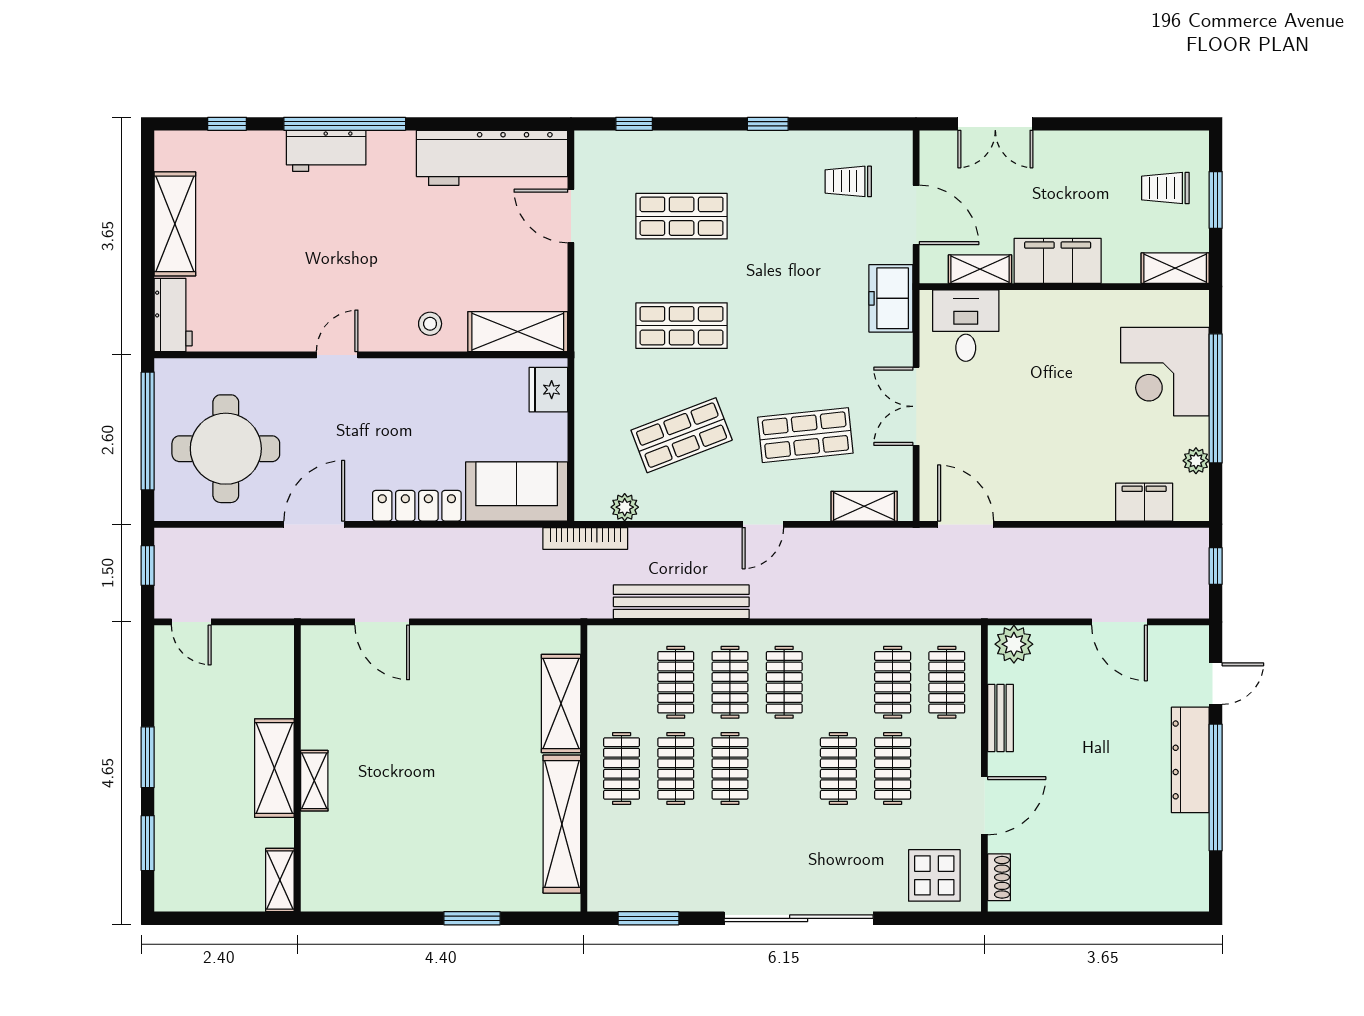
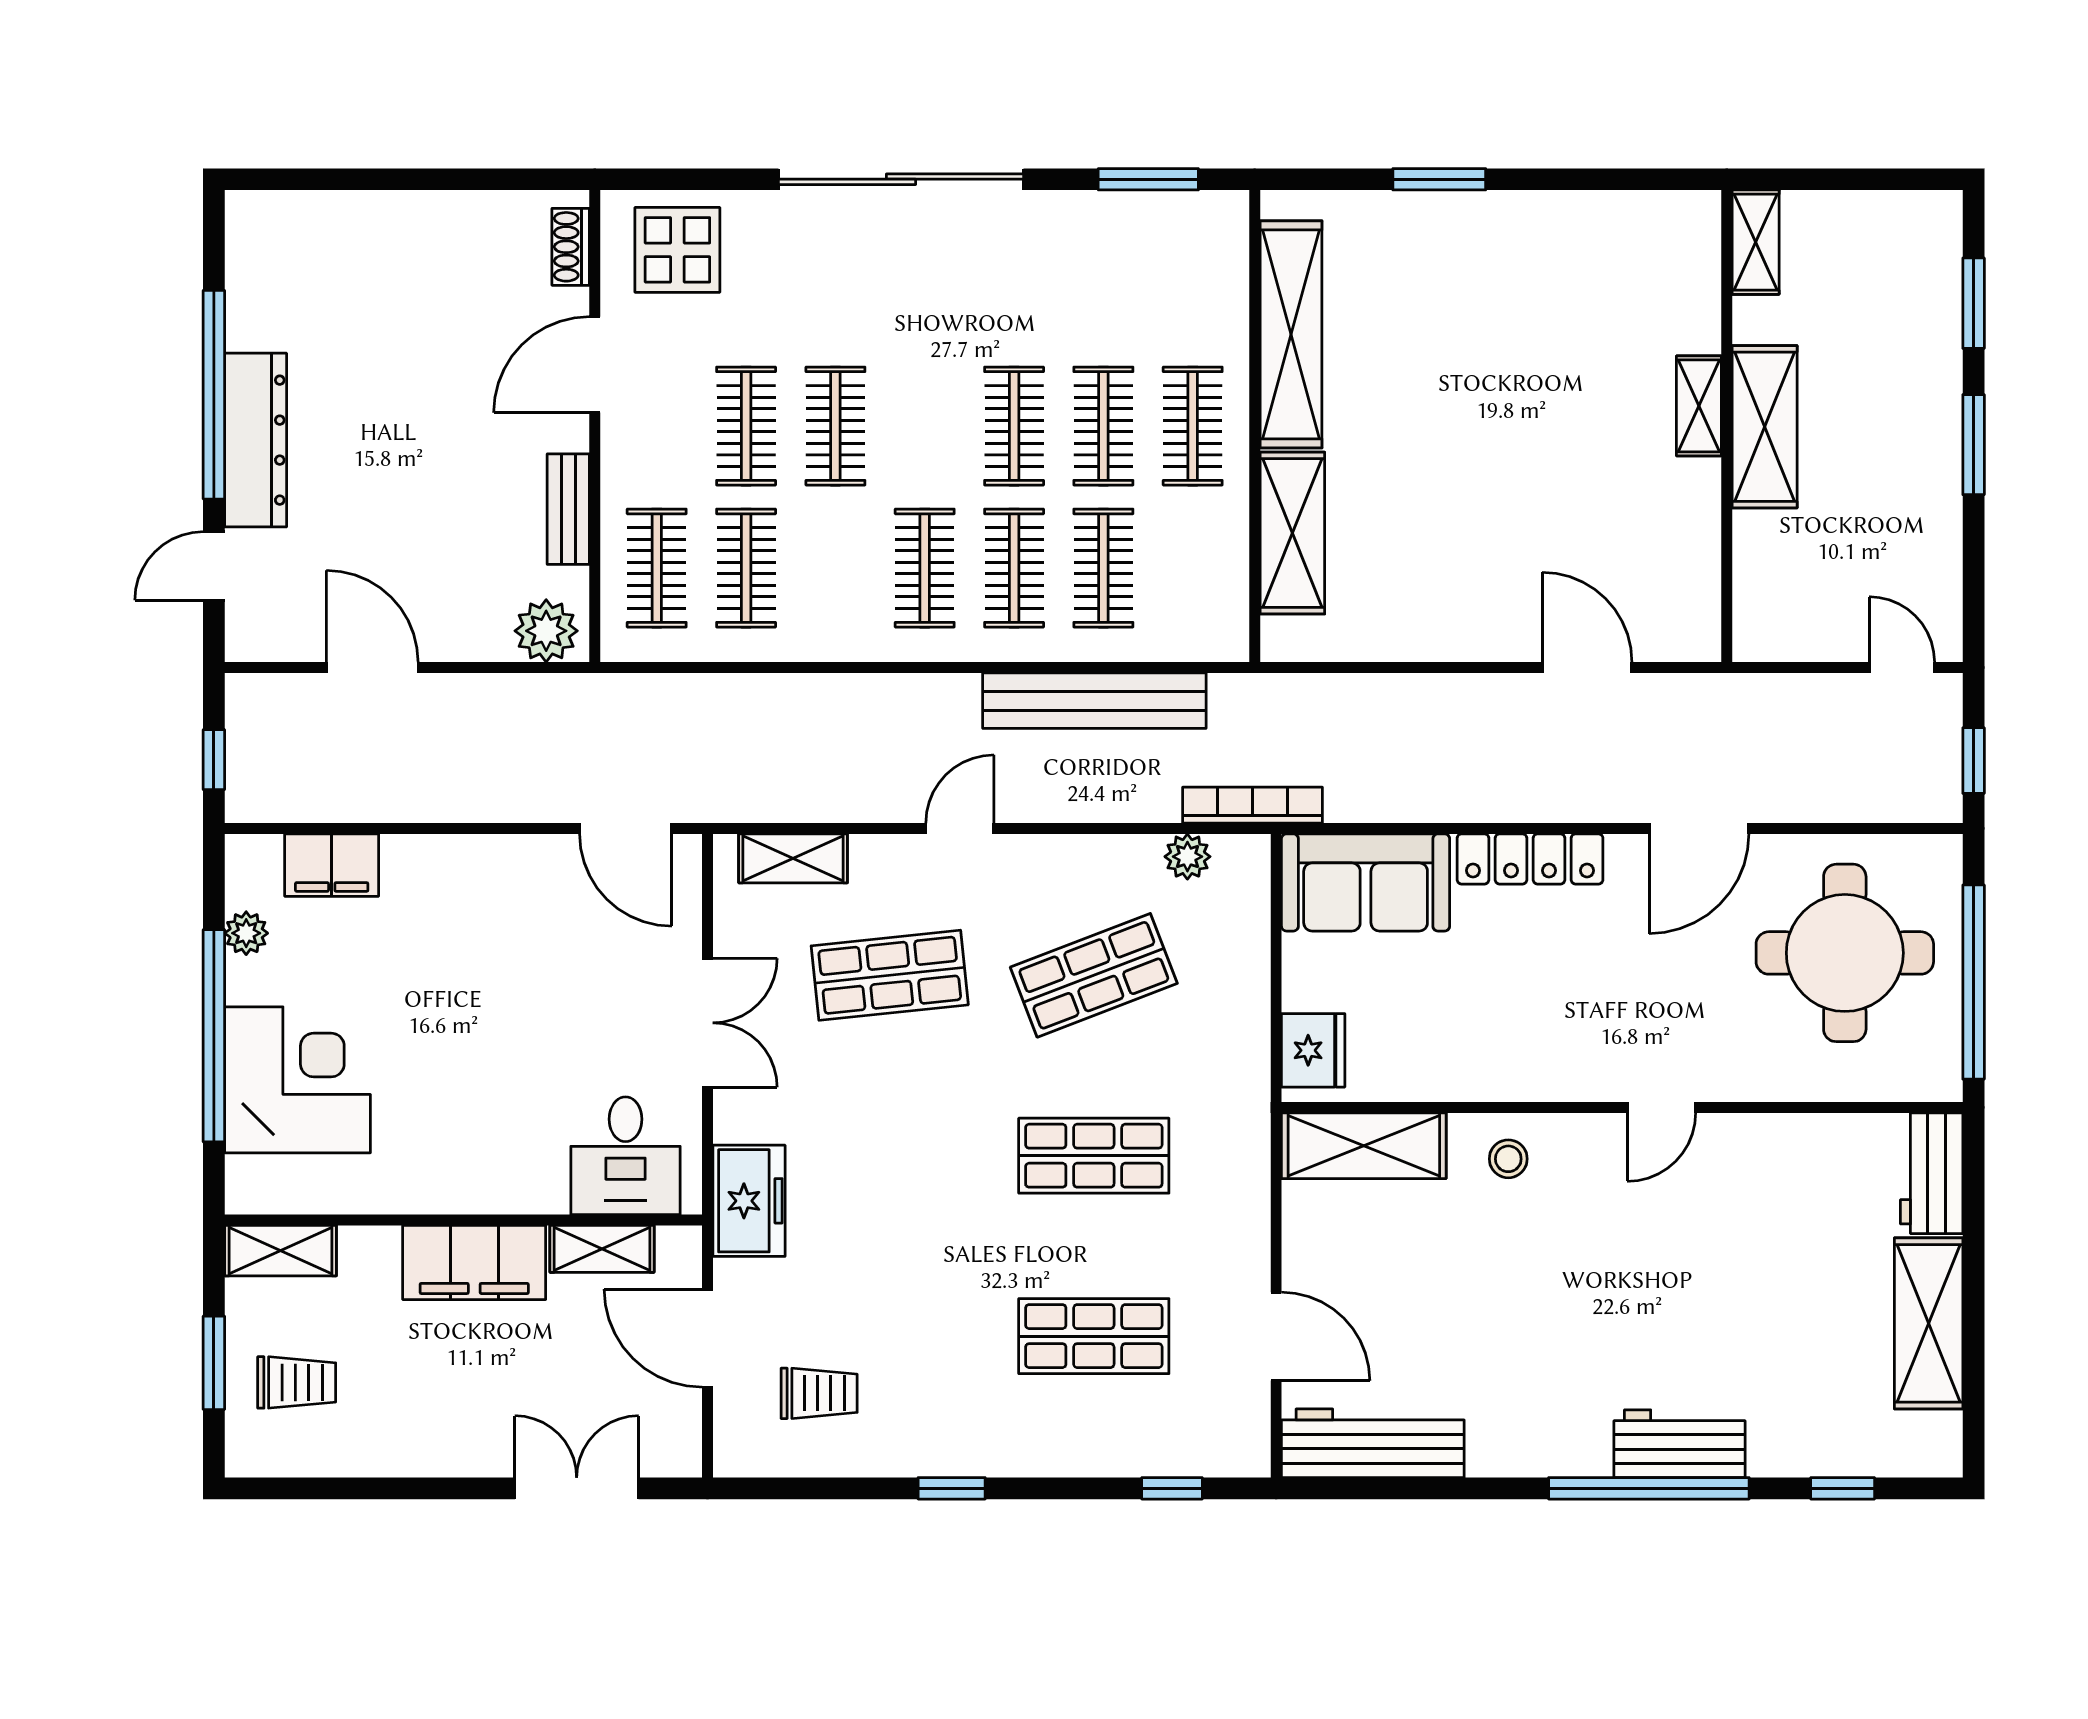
workbench: (492, 158) -> (1373, 1443), width x0.73, depth x0.76

